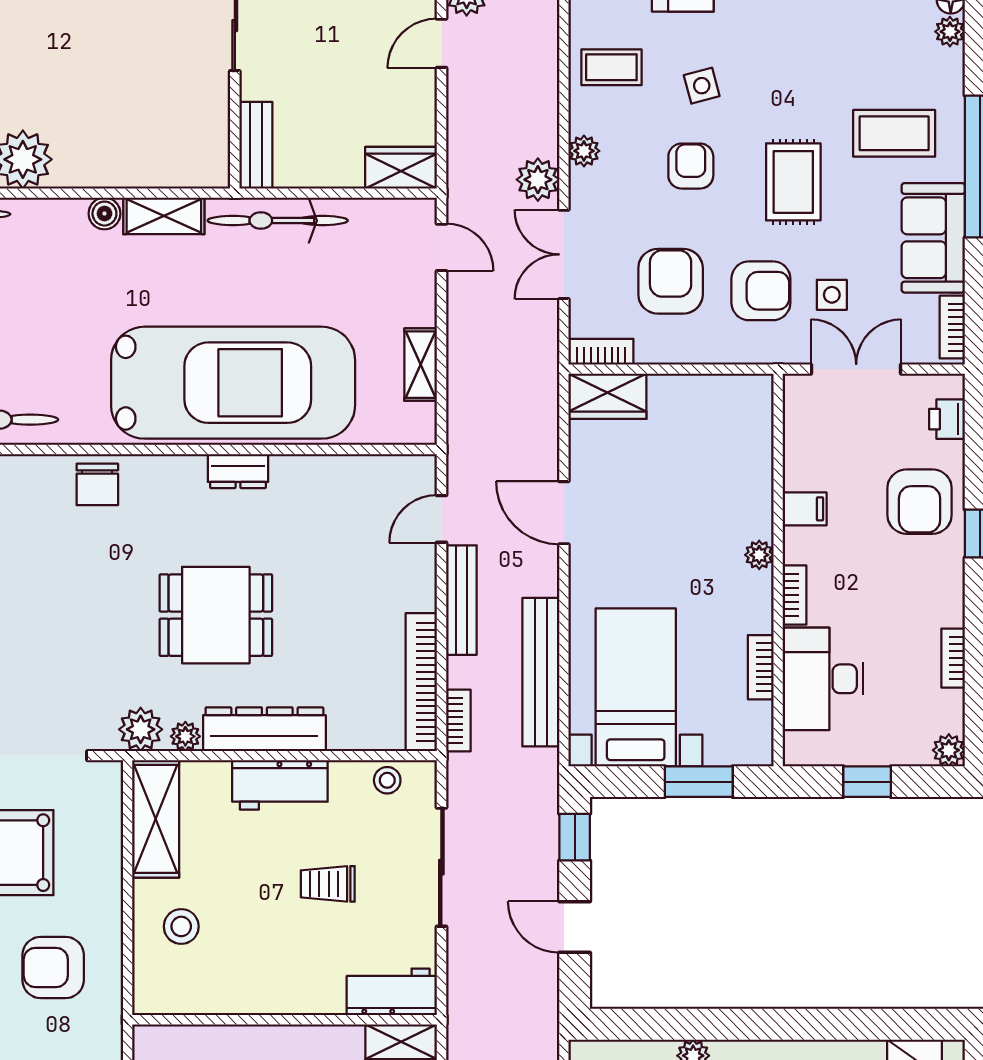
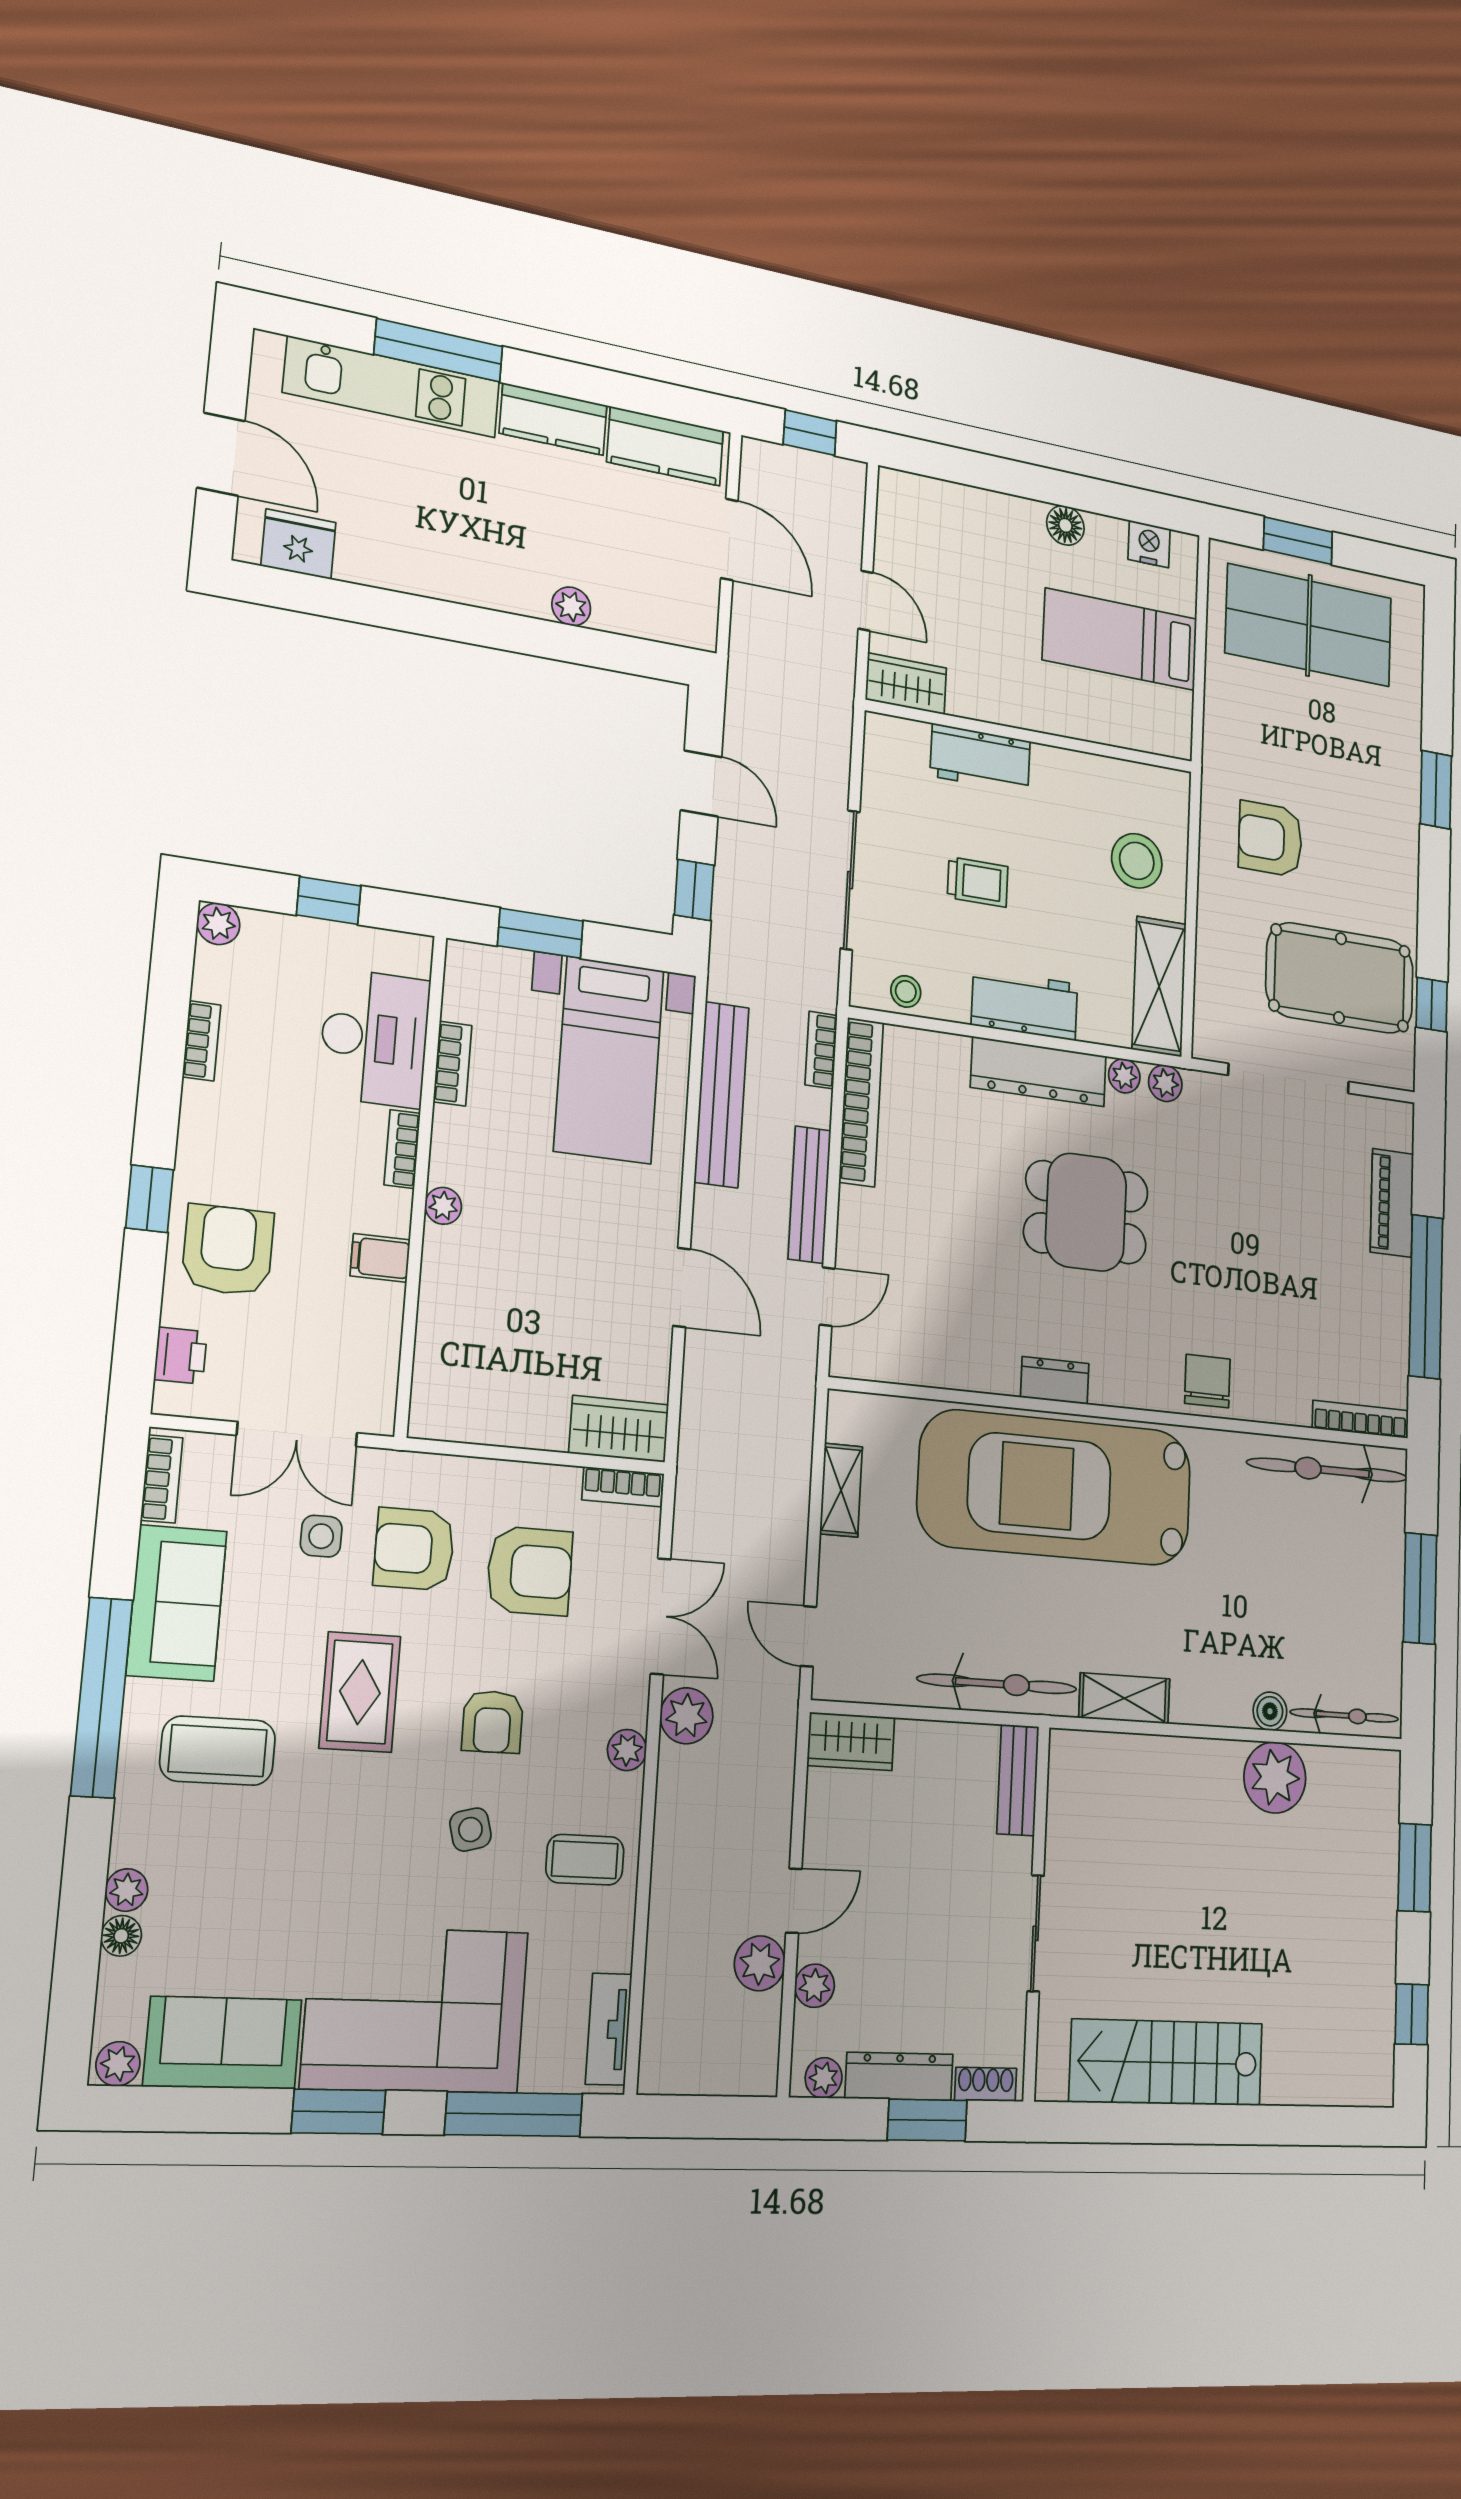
boiler: (104, 214) -> (1270, 1711), moved
armchair: (671, 281) -> (530, 1571), turned -90
plant: (141, 729) -> (1165, 1083), width x0.73, depth x0.73
stool: (181, 926) -> (1137, 861), width x1.38, depth x1.38
armchair: (53, 967) -> (1270, 839), turned 180
workbench: (392, 992) -> (980, 759), moved

